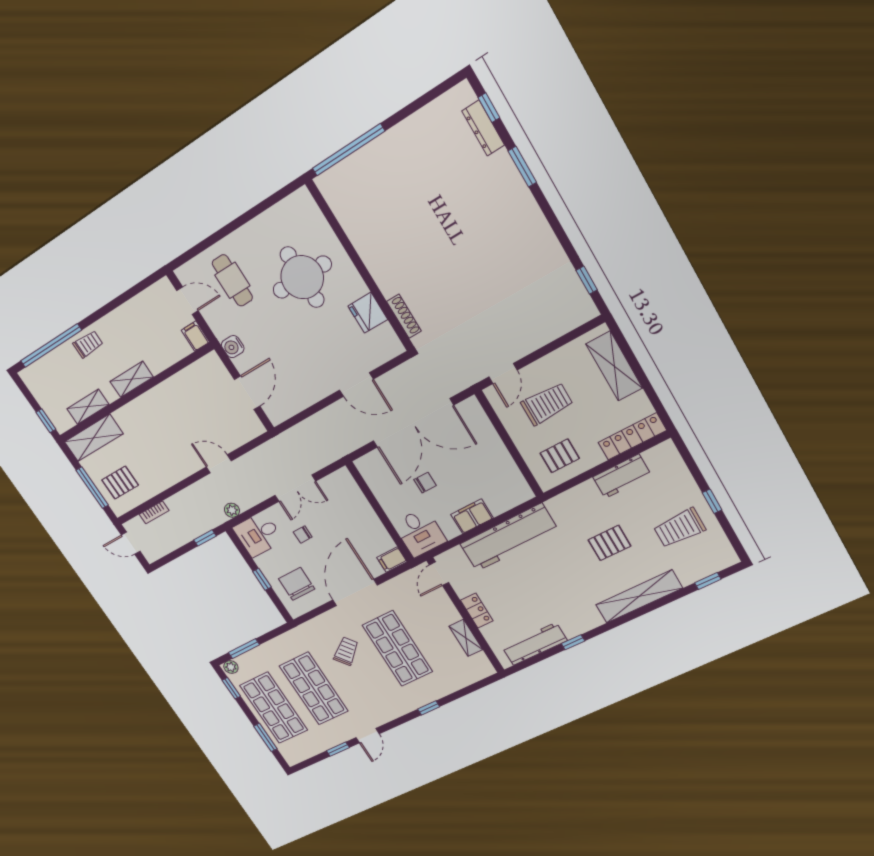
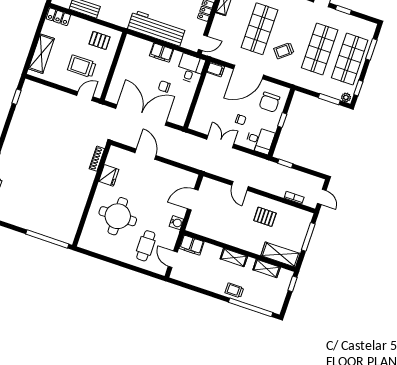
filing cabinet: (195, 336) -> (192, 245), width x2.00
locker: (632, 436) -> (58, 17), width x0.66
pallet: (120, 483) -> (265, 217), moved
plant: (232, 510) -> (259, 162), removed

